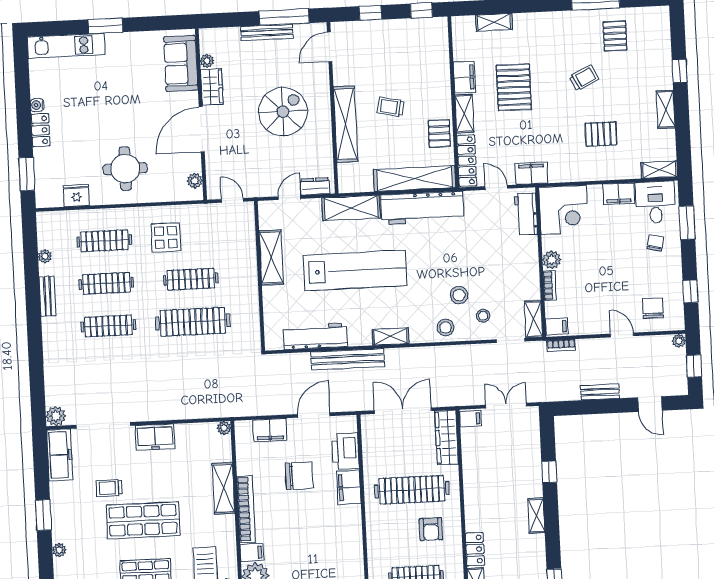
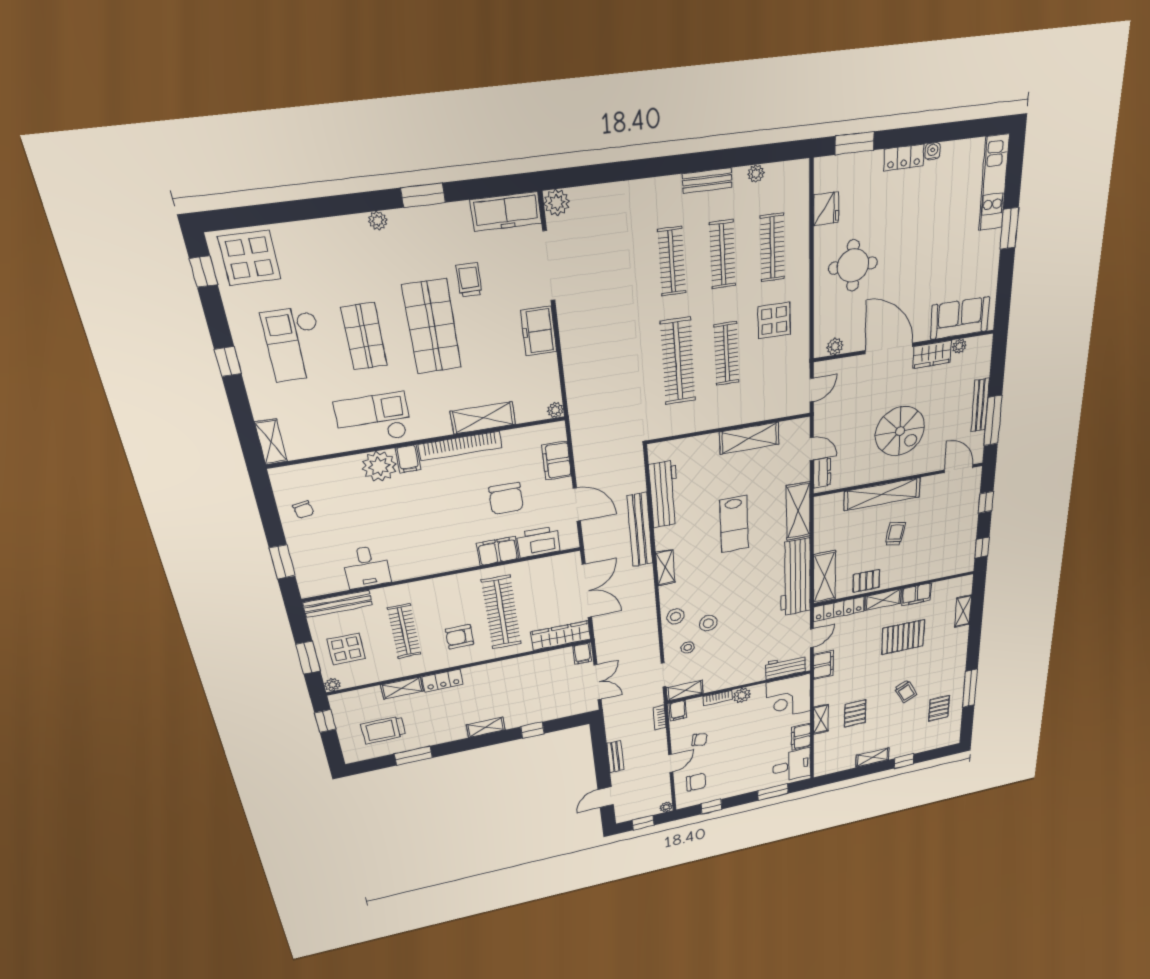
pallet: (615, 36) -> (939, 708), turned 90
shelving: (659, 170) -> (821, 719), moved
shelving: (415, 179) -> (824, 577), width x0.68
chair: (656, 243) -> (699, 740), moved
lab bench: (355, 270) -> (734, 524), width x0.54, depth x0.72

